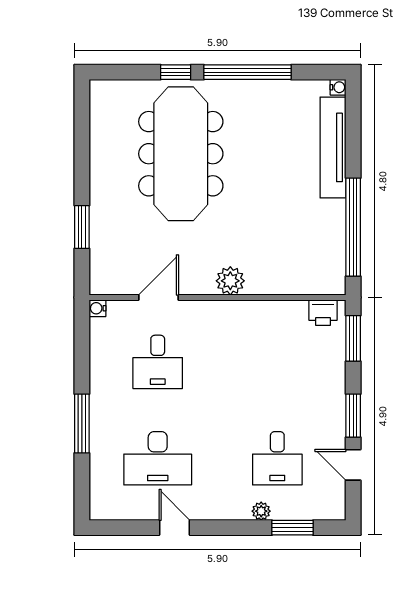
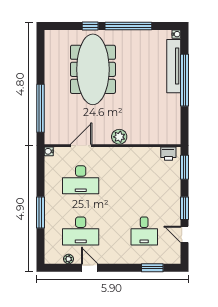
window: (82, 227) -> (40, 108), width x2.11
window: (353, 227) -> (184, 80), moved
desk: (158, 362) -> (81, 180), width x1.37
plant: (261, 511) -> (69, 259), moved

